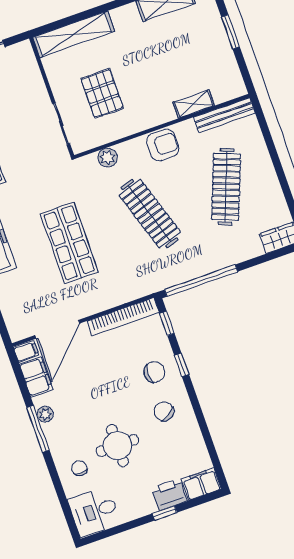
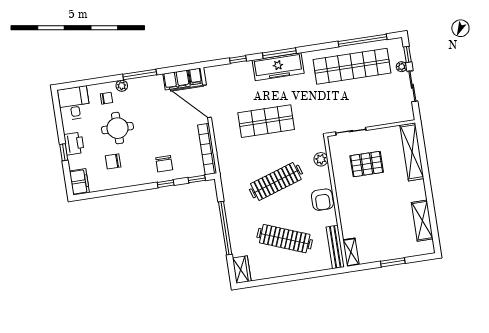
shelving: (194, 104) -> (351, 252), moved
window: (201, 281) -> (225, 228), moved
chair: (164, 411) -> (113, 161), moved, turned -148
plant: (45, 414) -> (122, 86), moved
printer: (169, 494) -> (74, 144), moved

